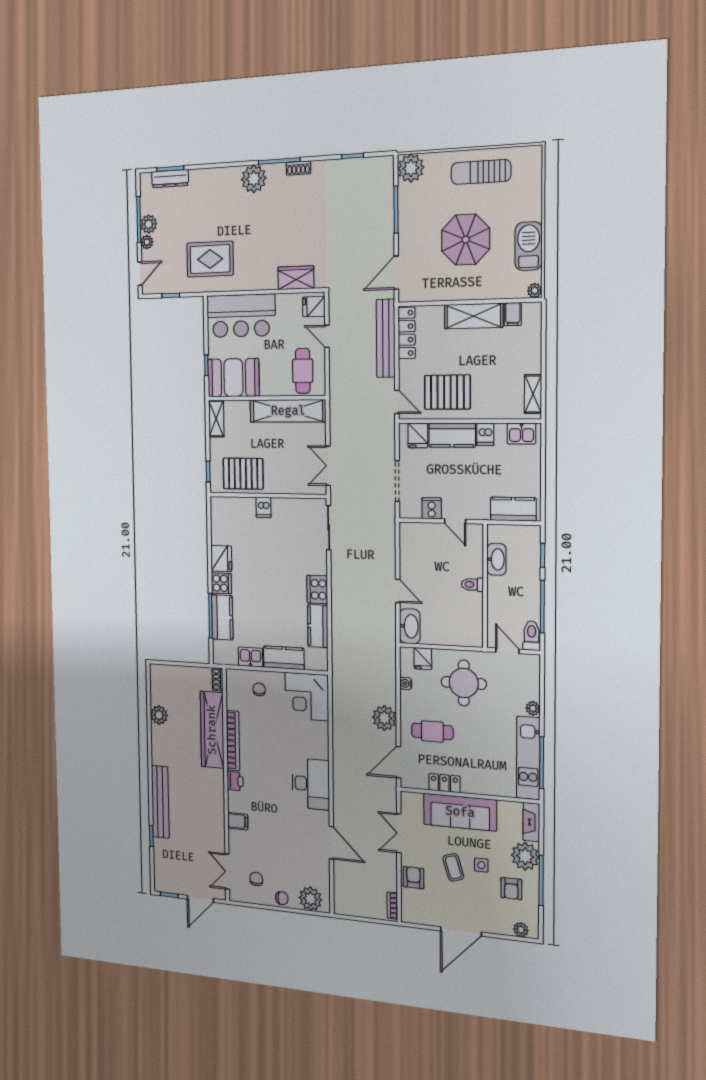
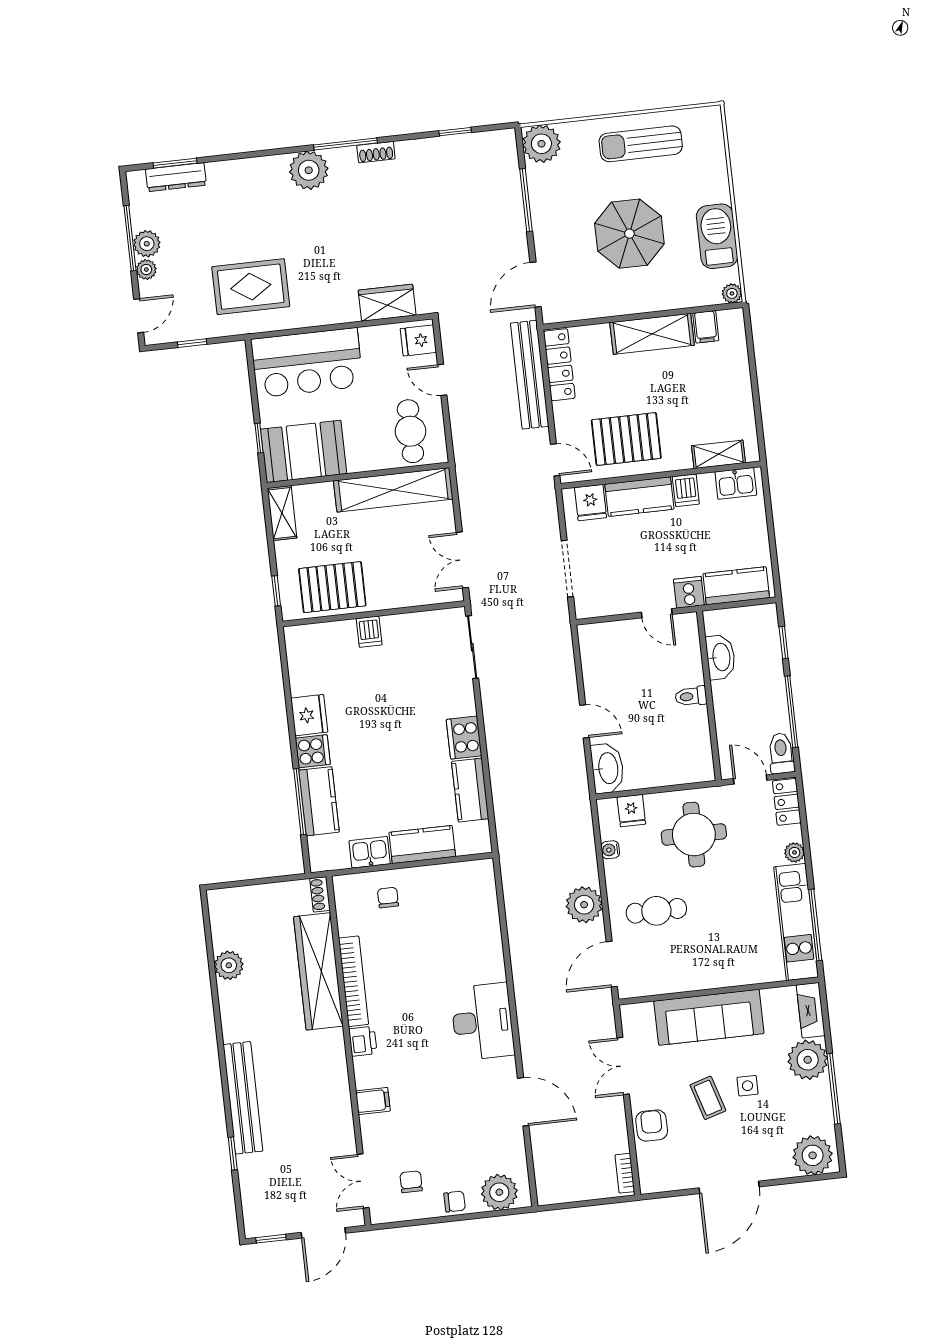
shelving: (533, 394) -> (718, 454), moved, turned 90
cooker: (432, 508) -> (689, 592), moved
corner desk: (307, 697) -> (464, 895), removed
locker: (444, 783) -> (787, 802), moved, turned -90
armchair: (511, 889) -> (794, 1109), removed
plant: (521, 930) -> (813, 1155), width x1.87, depth x1.87

